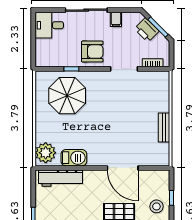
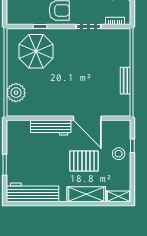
plant: (46, 153) -> (16, 93), moved
barbecue: (74, 158) -> (42, 109), removed
workbench: (60, 178) -> (51, 127), moved

